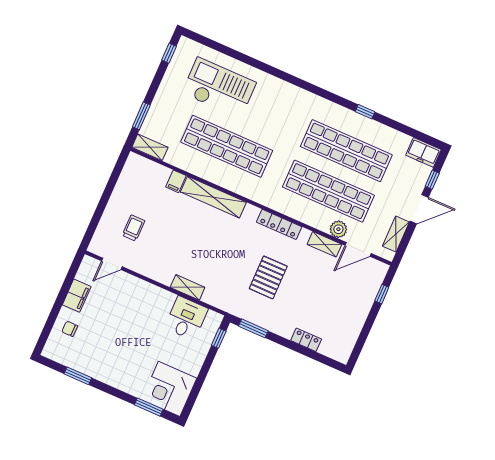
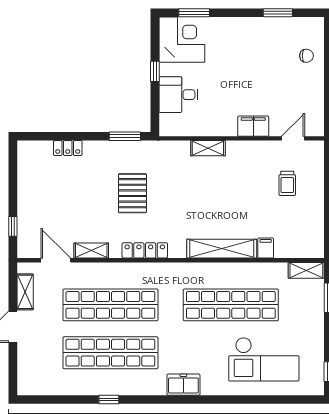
freezer: (423, 152) -> (183, 385), moved
window: (432, 180) -> (13, 361), removed
plant: (338, 229) -> (84, 272), removed
door: (358, 249) -> (56, 260), hinge flipped
filing cabinet: (77, 296) -> (253, 126), moved, turned 90
desk: (186, 318) -> (178, 95), moved, turned 90
window: (219, 338) -> (155, 71), moved

